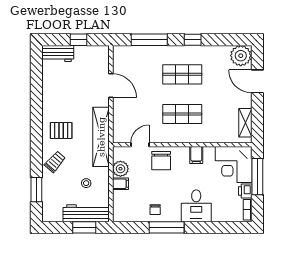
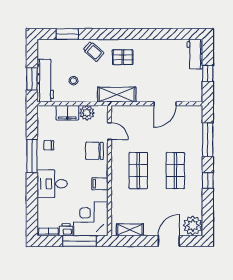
pallet: (61, 131) -> (123, 57), turned 90
shelving: (101, 137) -> (117, 95), width x0.68
filing cabinet: (120, 184) -> (67, 113), width x2.00

